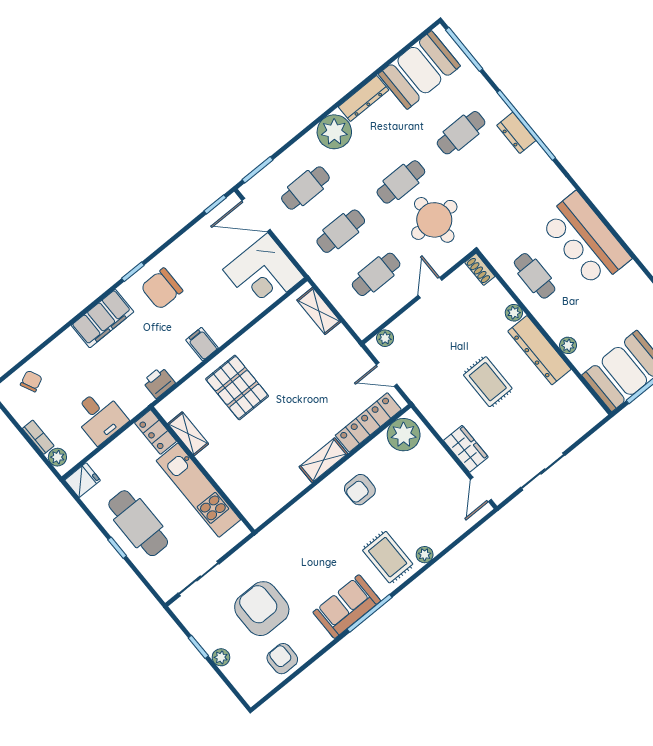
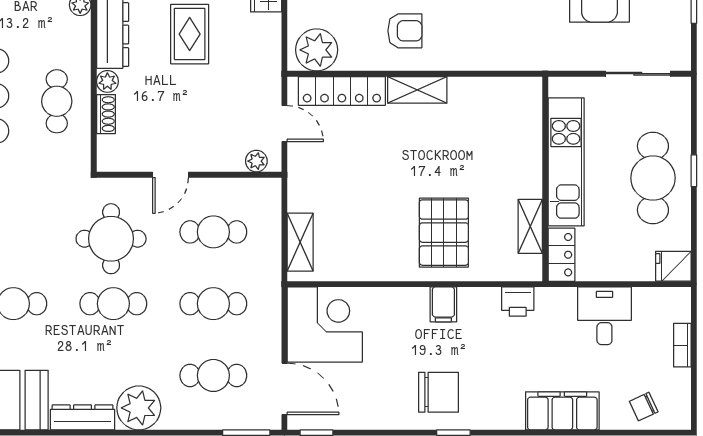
shoe rack: (480, 269) -> (106, 114), moved
filing cabinet: (102, 319) -> (562, 411), moved
plant: (57, 457) -> (680, 310), removed

